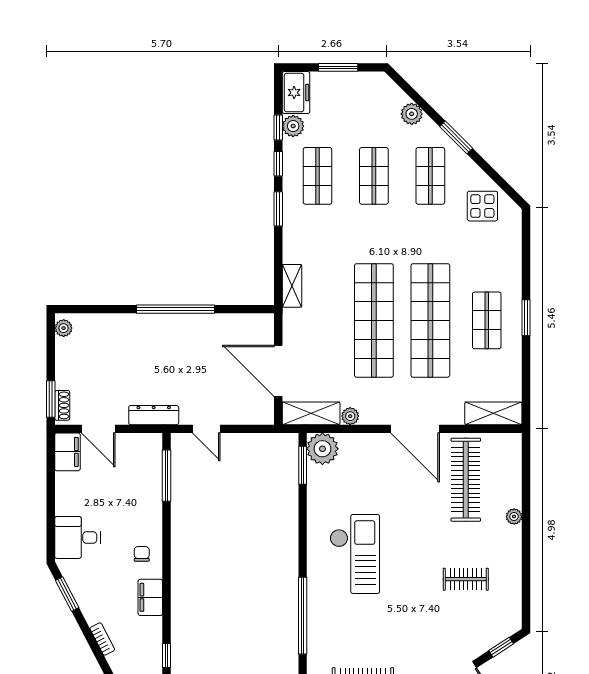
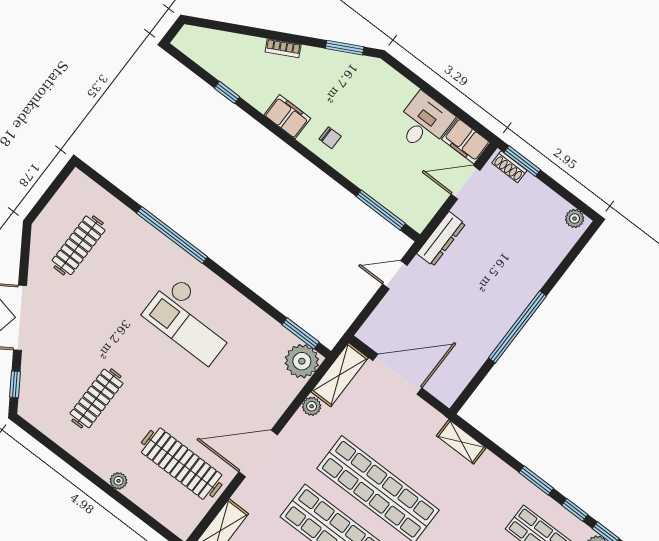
desk: (78, 538) -> (424, 122), moved
clothes rail: (466, 579) -> (96, 398), width x1.36

